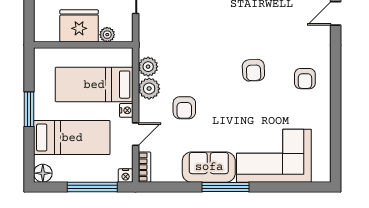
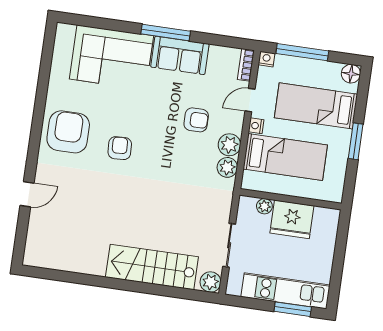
armchair: (305, 79) -> (68, 132), width x1.88, depth x1.88
armchair: (184, 108) -> (196, 120), turned 90

